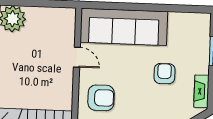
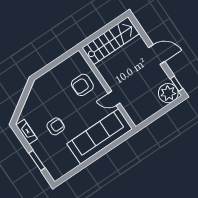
armchair: (164, 74) -> (56, 126), turned -90

